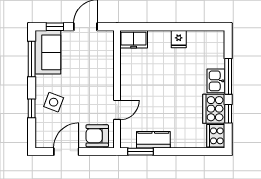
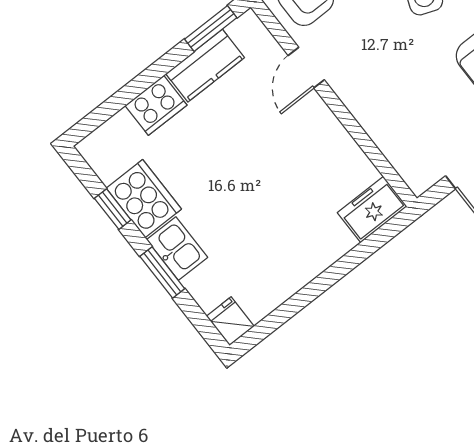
fridge: (179, 39) -> (230, 321), moved
window: (228, 76) -> (162, 272), width x0.69
cooker: (216, 136) -> (156, 105), moved, turned 90

